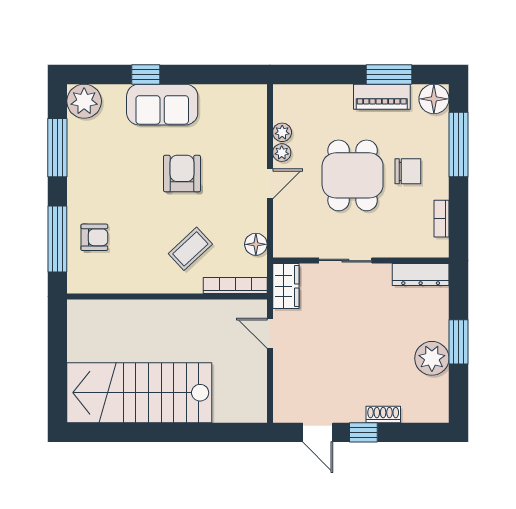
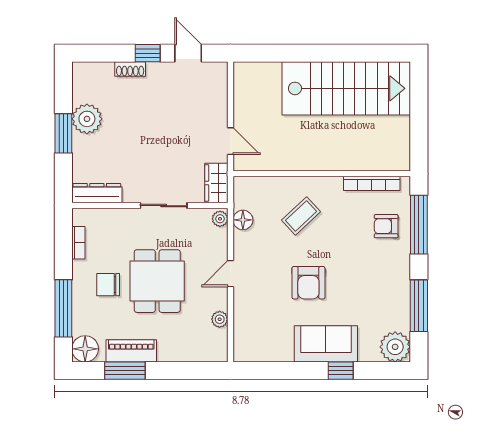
plant: (282, 153) -> (220, 219), moved
bookcase: (235, 285) -> (372, 183), moved

